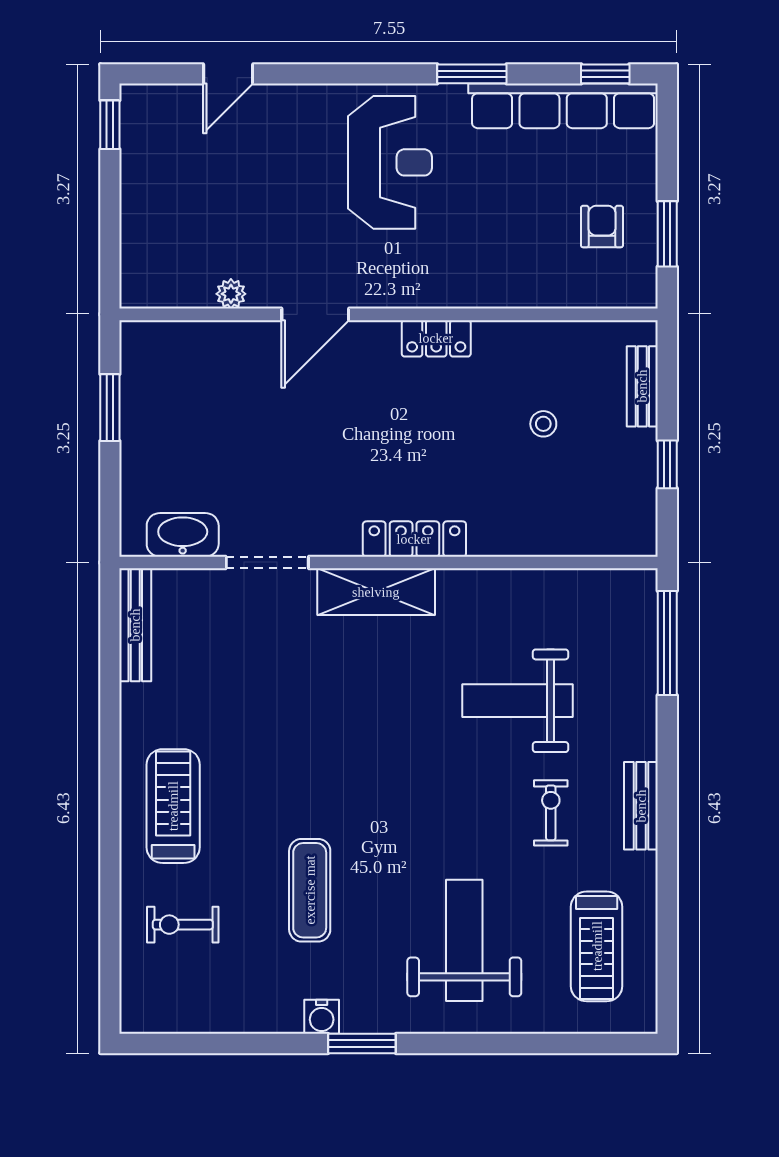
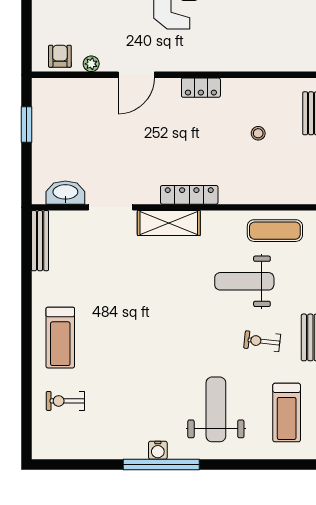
armchair: (602, 227) -> (60, 56), moved
treadmill: (173, 806) -> (60, 338), turned 180
exercise bike: (551, 813) -> (262, 341), turned -84
exercise mat: (310, 890) -> (275, 231), moved, turned 90
water cooler: (322, 1017) -> (158, 450), moved
window: (362, 1043) -> (161, 464), width x2.11

